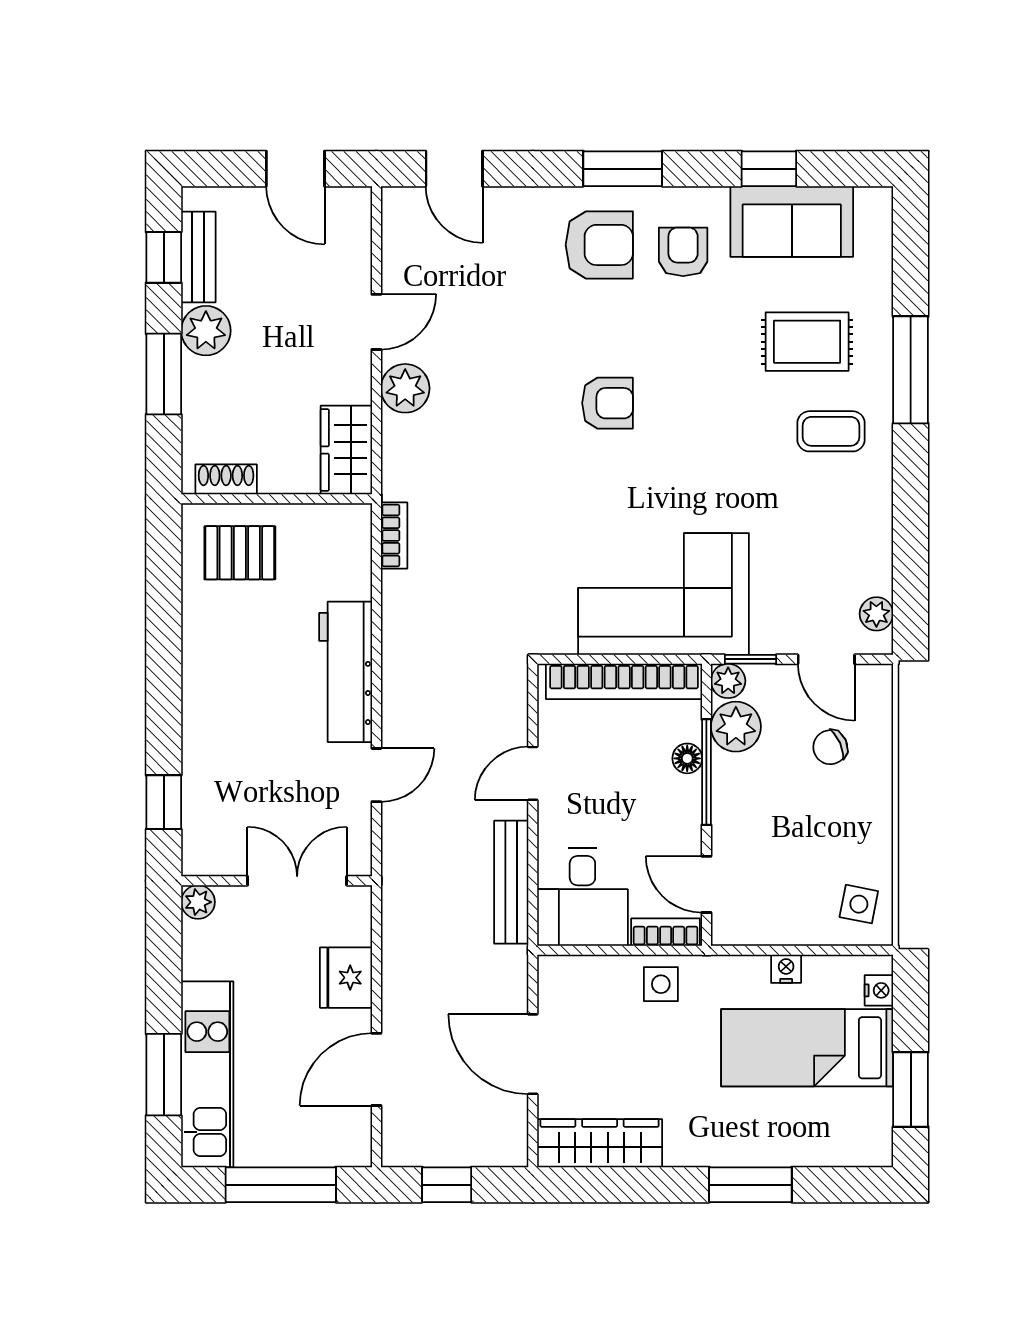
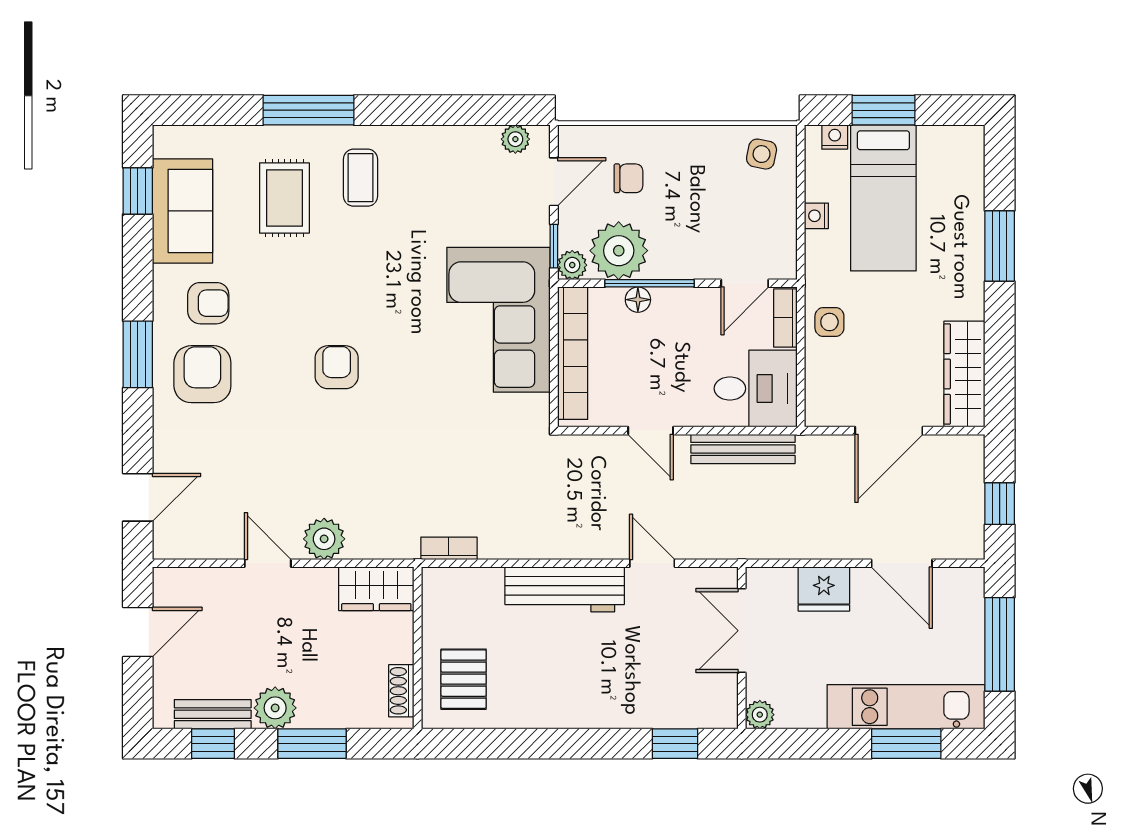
window: (769, 169) -> (138, 191), moved
armchair: (683, 252) -> (208, 303), turned 180
plant: (736, 727) -> (619, 251), width x1.36, depth x1.36
chair: (830, 747) -> (628, 178), turned -66
window: (911, 1089) -> (884, 110), moved

